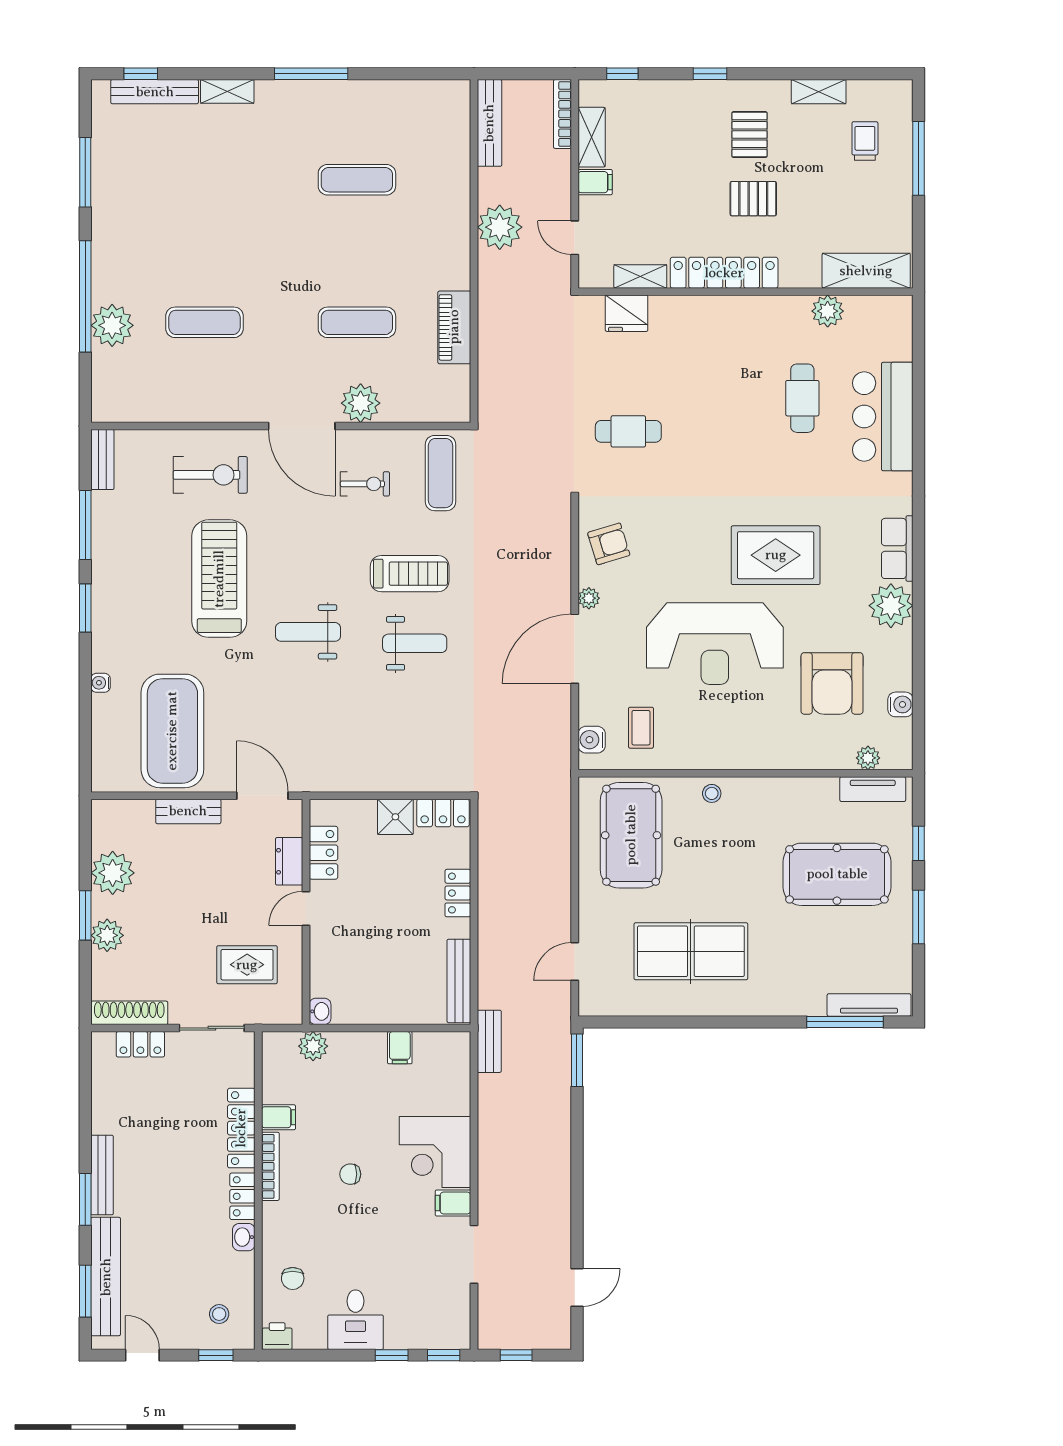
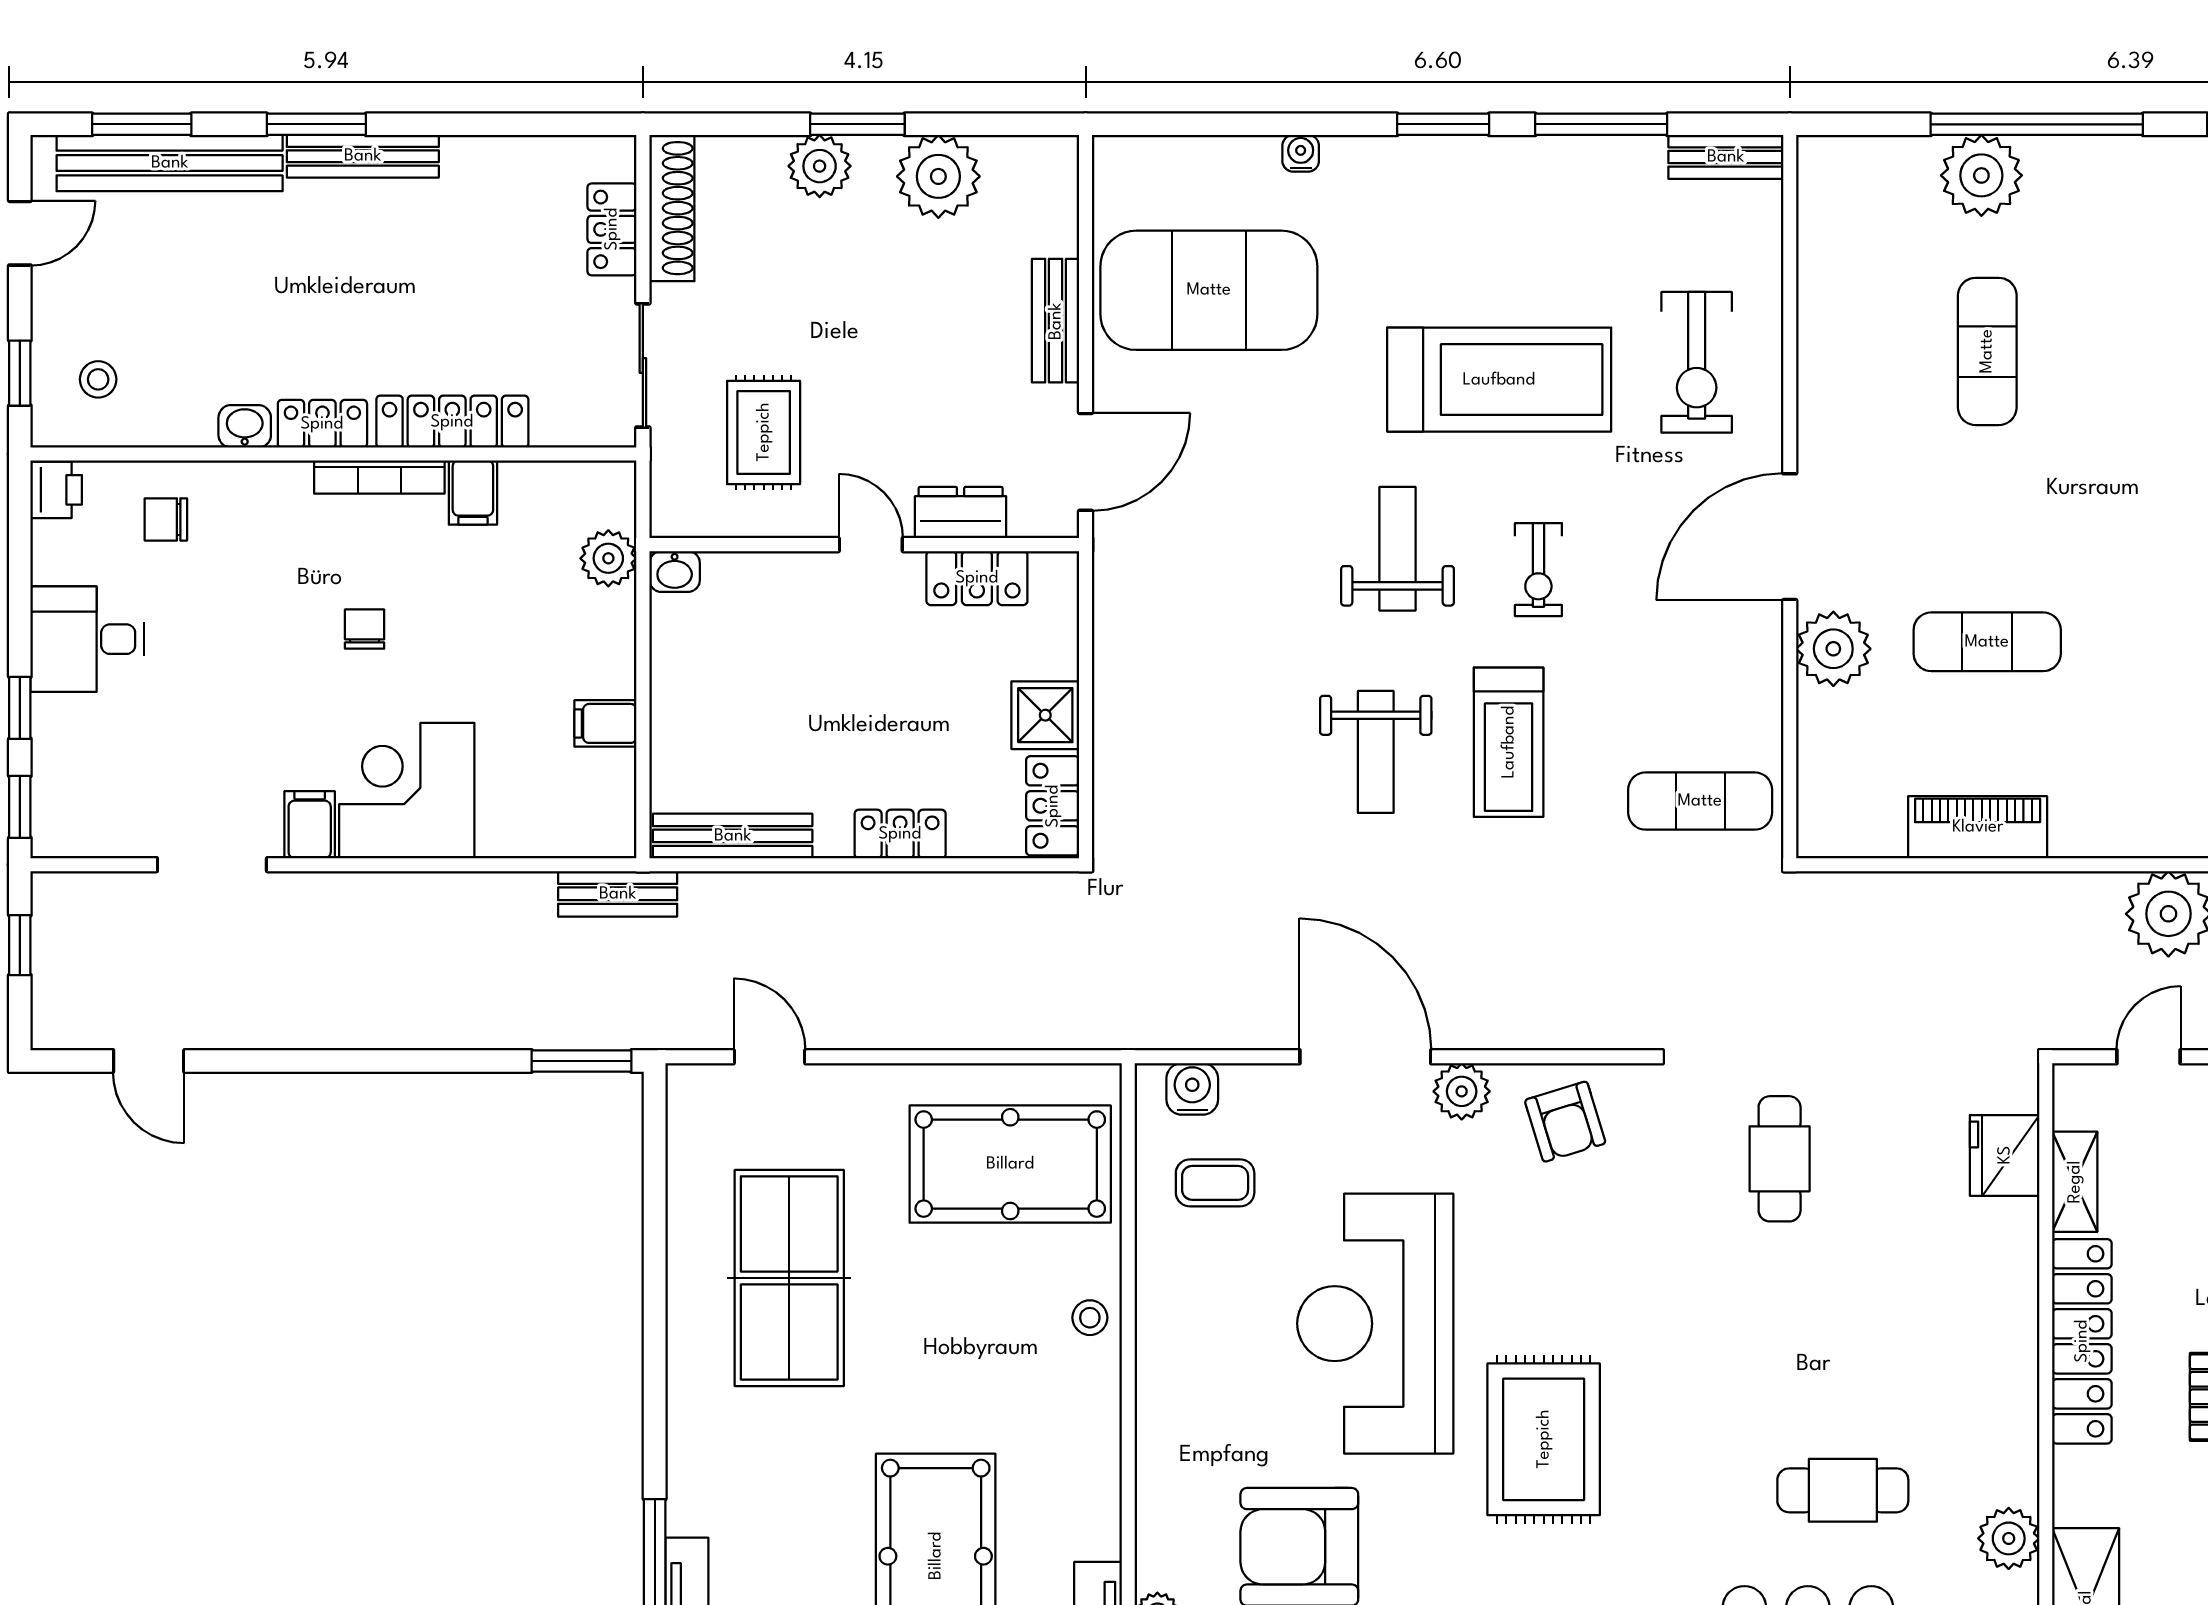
exercise mat: (357, 322) -> (1987, 642), turned 90
exercise bike: (365, 484) -> (1538, 570), moved
plant: (589, 598) -> (1462, 1091), width x1.38, depth x1.38

